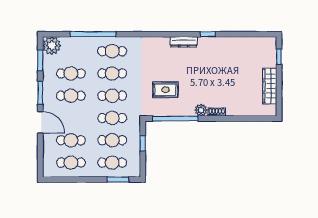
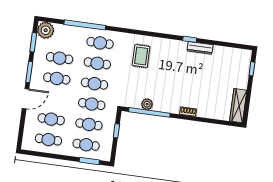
dresser: (184, 42) -> (200, 48), moved
wardrobe: (270, 86) -> (238, 106), moved
rug: (165, 90) -> (141, 56), moved, turned 90
plant: (201, 110) -> (147, 104), moved
door: (40, 122) -> (26, 99), hinge flipped

